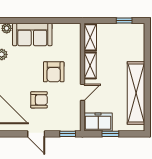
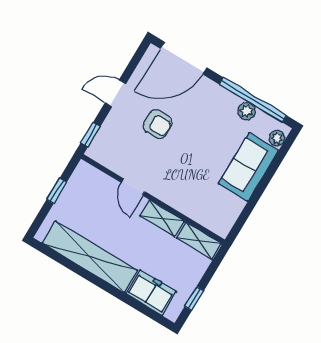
armchair: (54, 72) -> (183, 166), removed
armchair: (39, 100) -> (158, 124), turned -90
freezer: (98, 122) -> (151, 293), moved, turned -90

